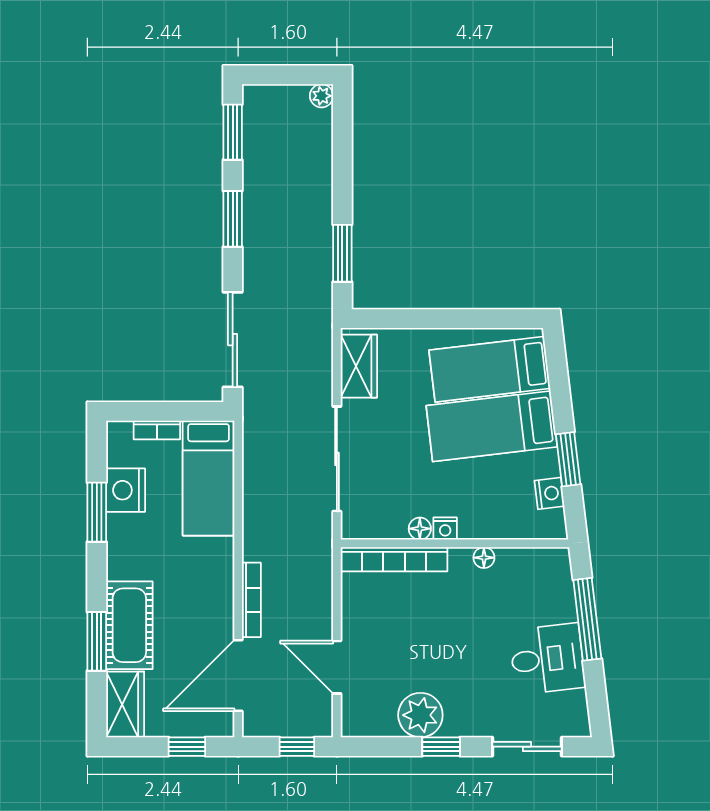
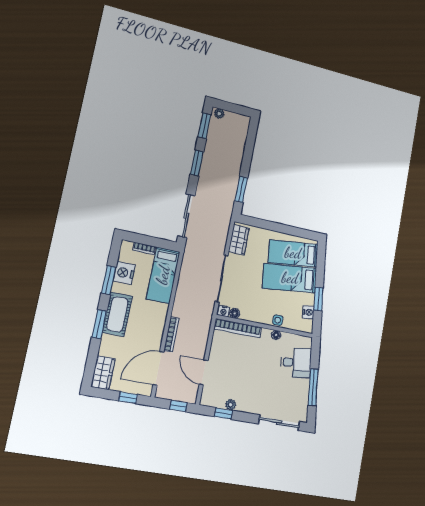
plant: (322, 96) -> (219, 113), moved
side table: (482, 525) -> (278, 320), added
floor lamp: (420, 529) -> (235, 313), moved
nightstand: (445, 529) -> (224, 311), moved
window: (587, 619) -> (313, 387), moved
cot: (129, 625) -> (117, 314), moved
window: (97, 641) -> (99, 324), moved
desk: (547, 659) -> (296, 363), moved
plant: (420, 715) -> (231, 405), width x0.53, depth x0.53
window: (441, 747) -> (224, 413), moved
sliding door: (527, 747) -> (279, 423), width x1.37

